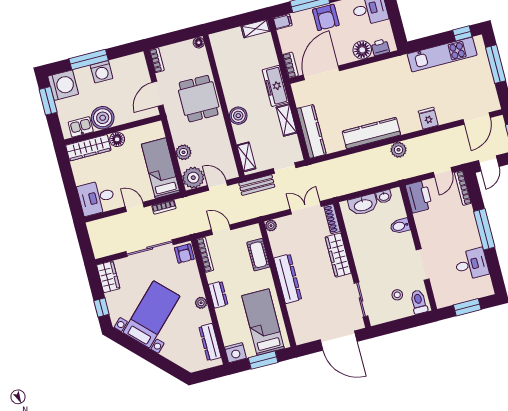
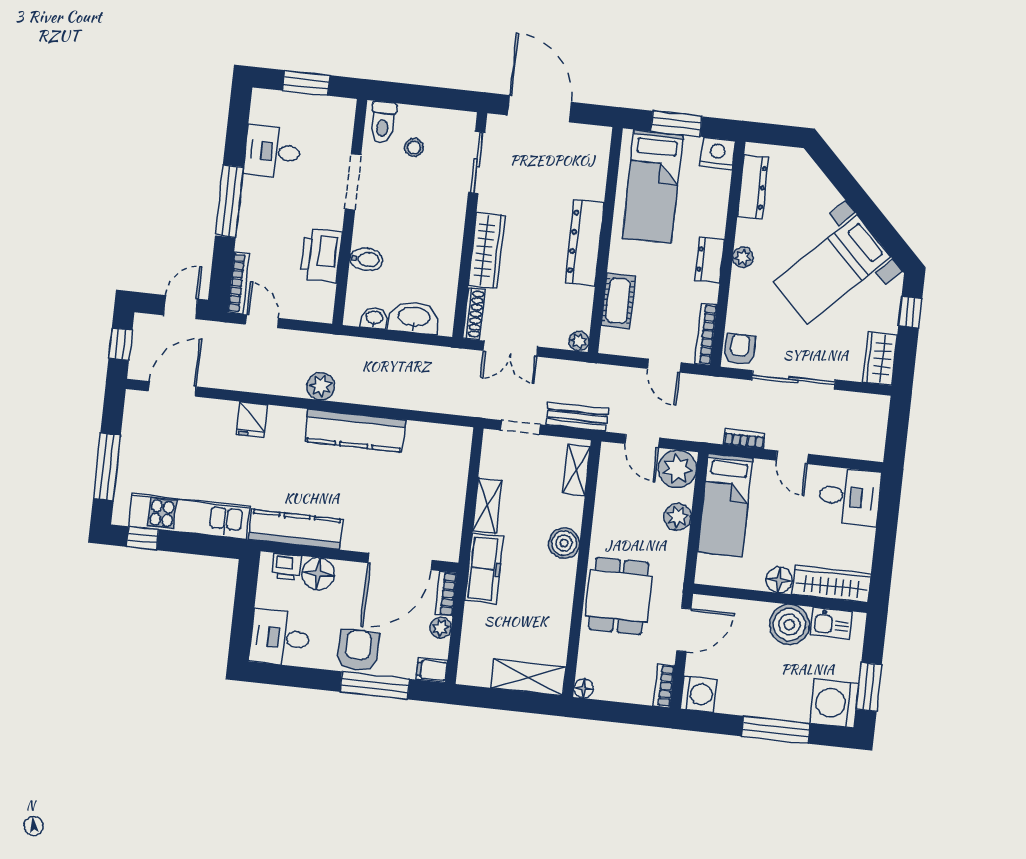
shelving: (256, 29) -> (528, 677), moved, width x1.50, depth x1.33
plant: (287, 46) -> (441, 628), added
washing machine: (102, 72) -> (699, 694), moved, turned 90
kitchen counter: (311, 131) -> (296, 529), moved, turned 90
door: (443, 172) -> (262, 321), hinge flipped
printer: (419, 197) -> (321, 255), moved

